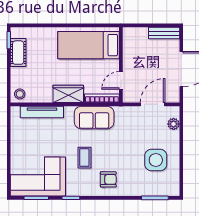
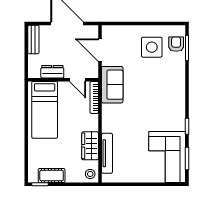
dresser: (129, 53) -> (52, 72), added
wardrobe: (68, 94) -> (90, 146), moved
sofa: (94, 118) -> (112, 85), moved
plant: (173, 124) -> (118, 31), removed
coffee table: (84, 158) -> (149, 114), removed
armchair: (108, 179) -> (176, 44), moved

